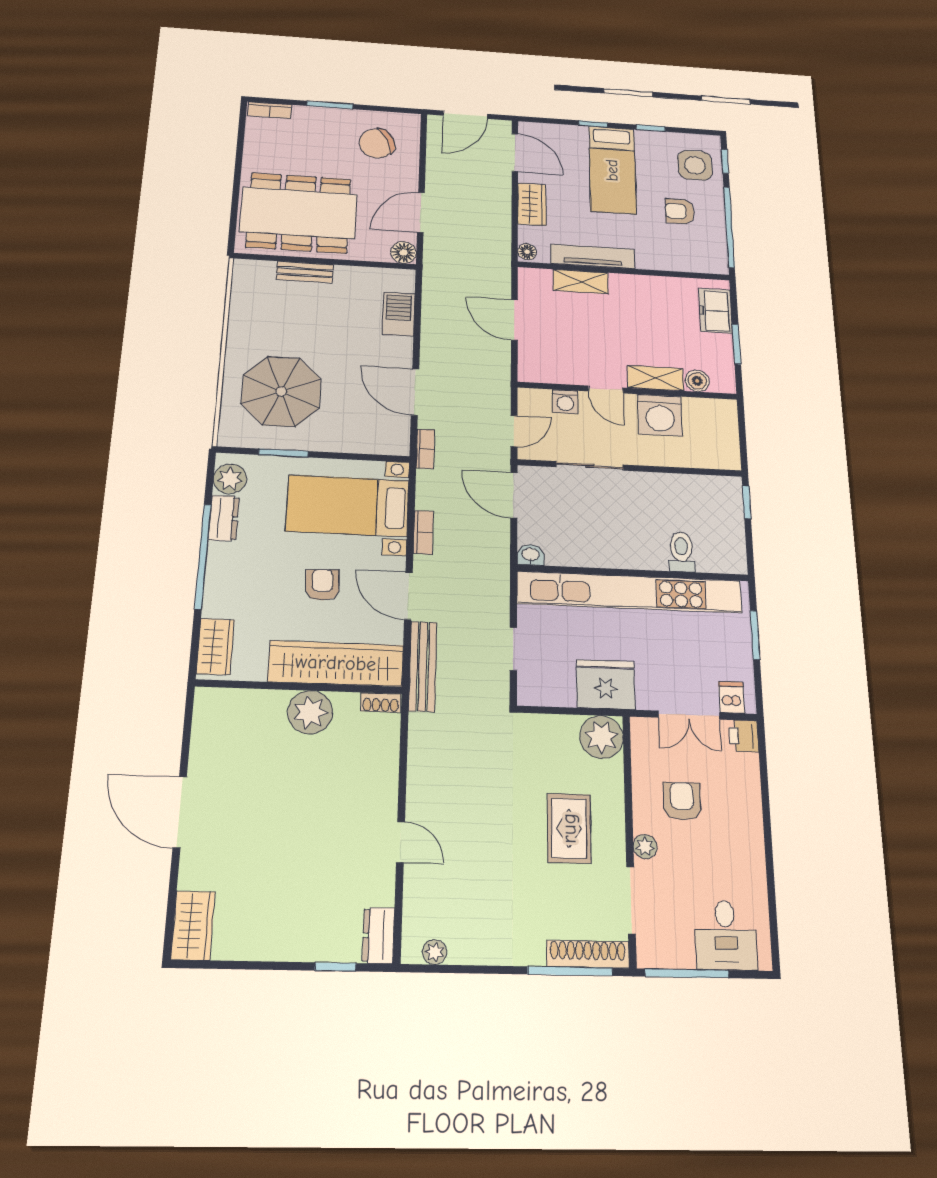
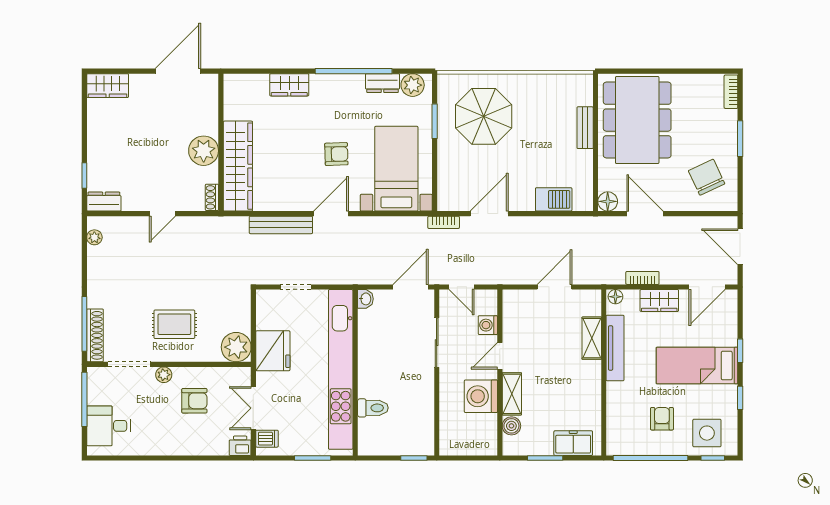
bookcase: (423, 532) -> (642, 278), moved, turned 180
wardrobe: (336, 663) -> (238, 166), moved
wall: (299, 687) -> (221, 142), moved
shoe rack: (381, 702) -> (212, 197), moved
plant: (310, 712) -> (204, 151), moved

